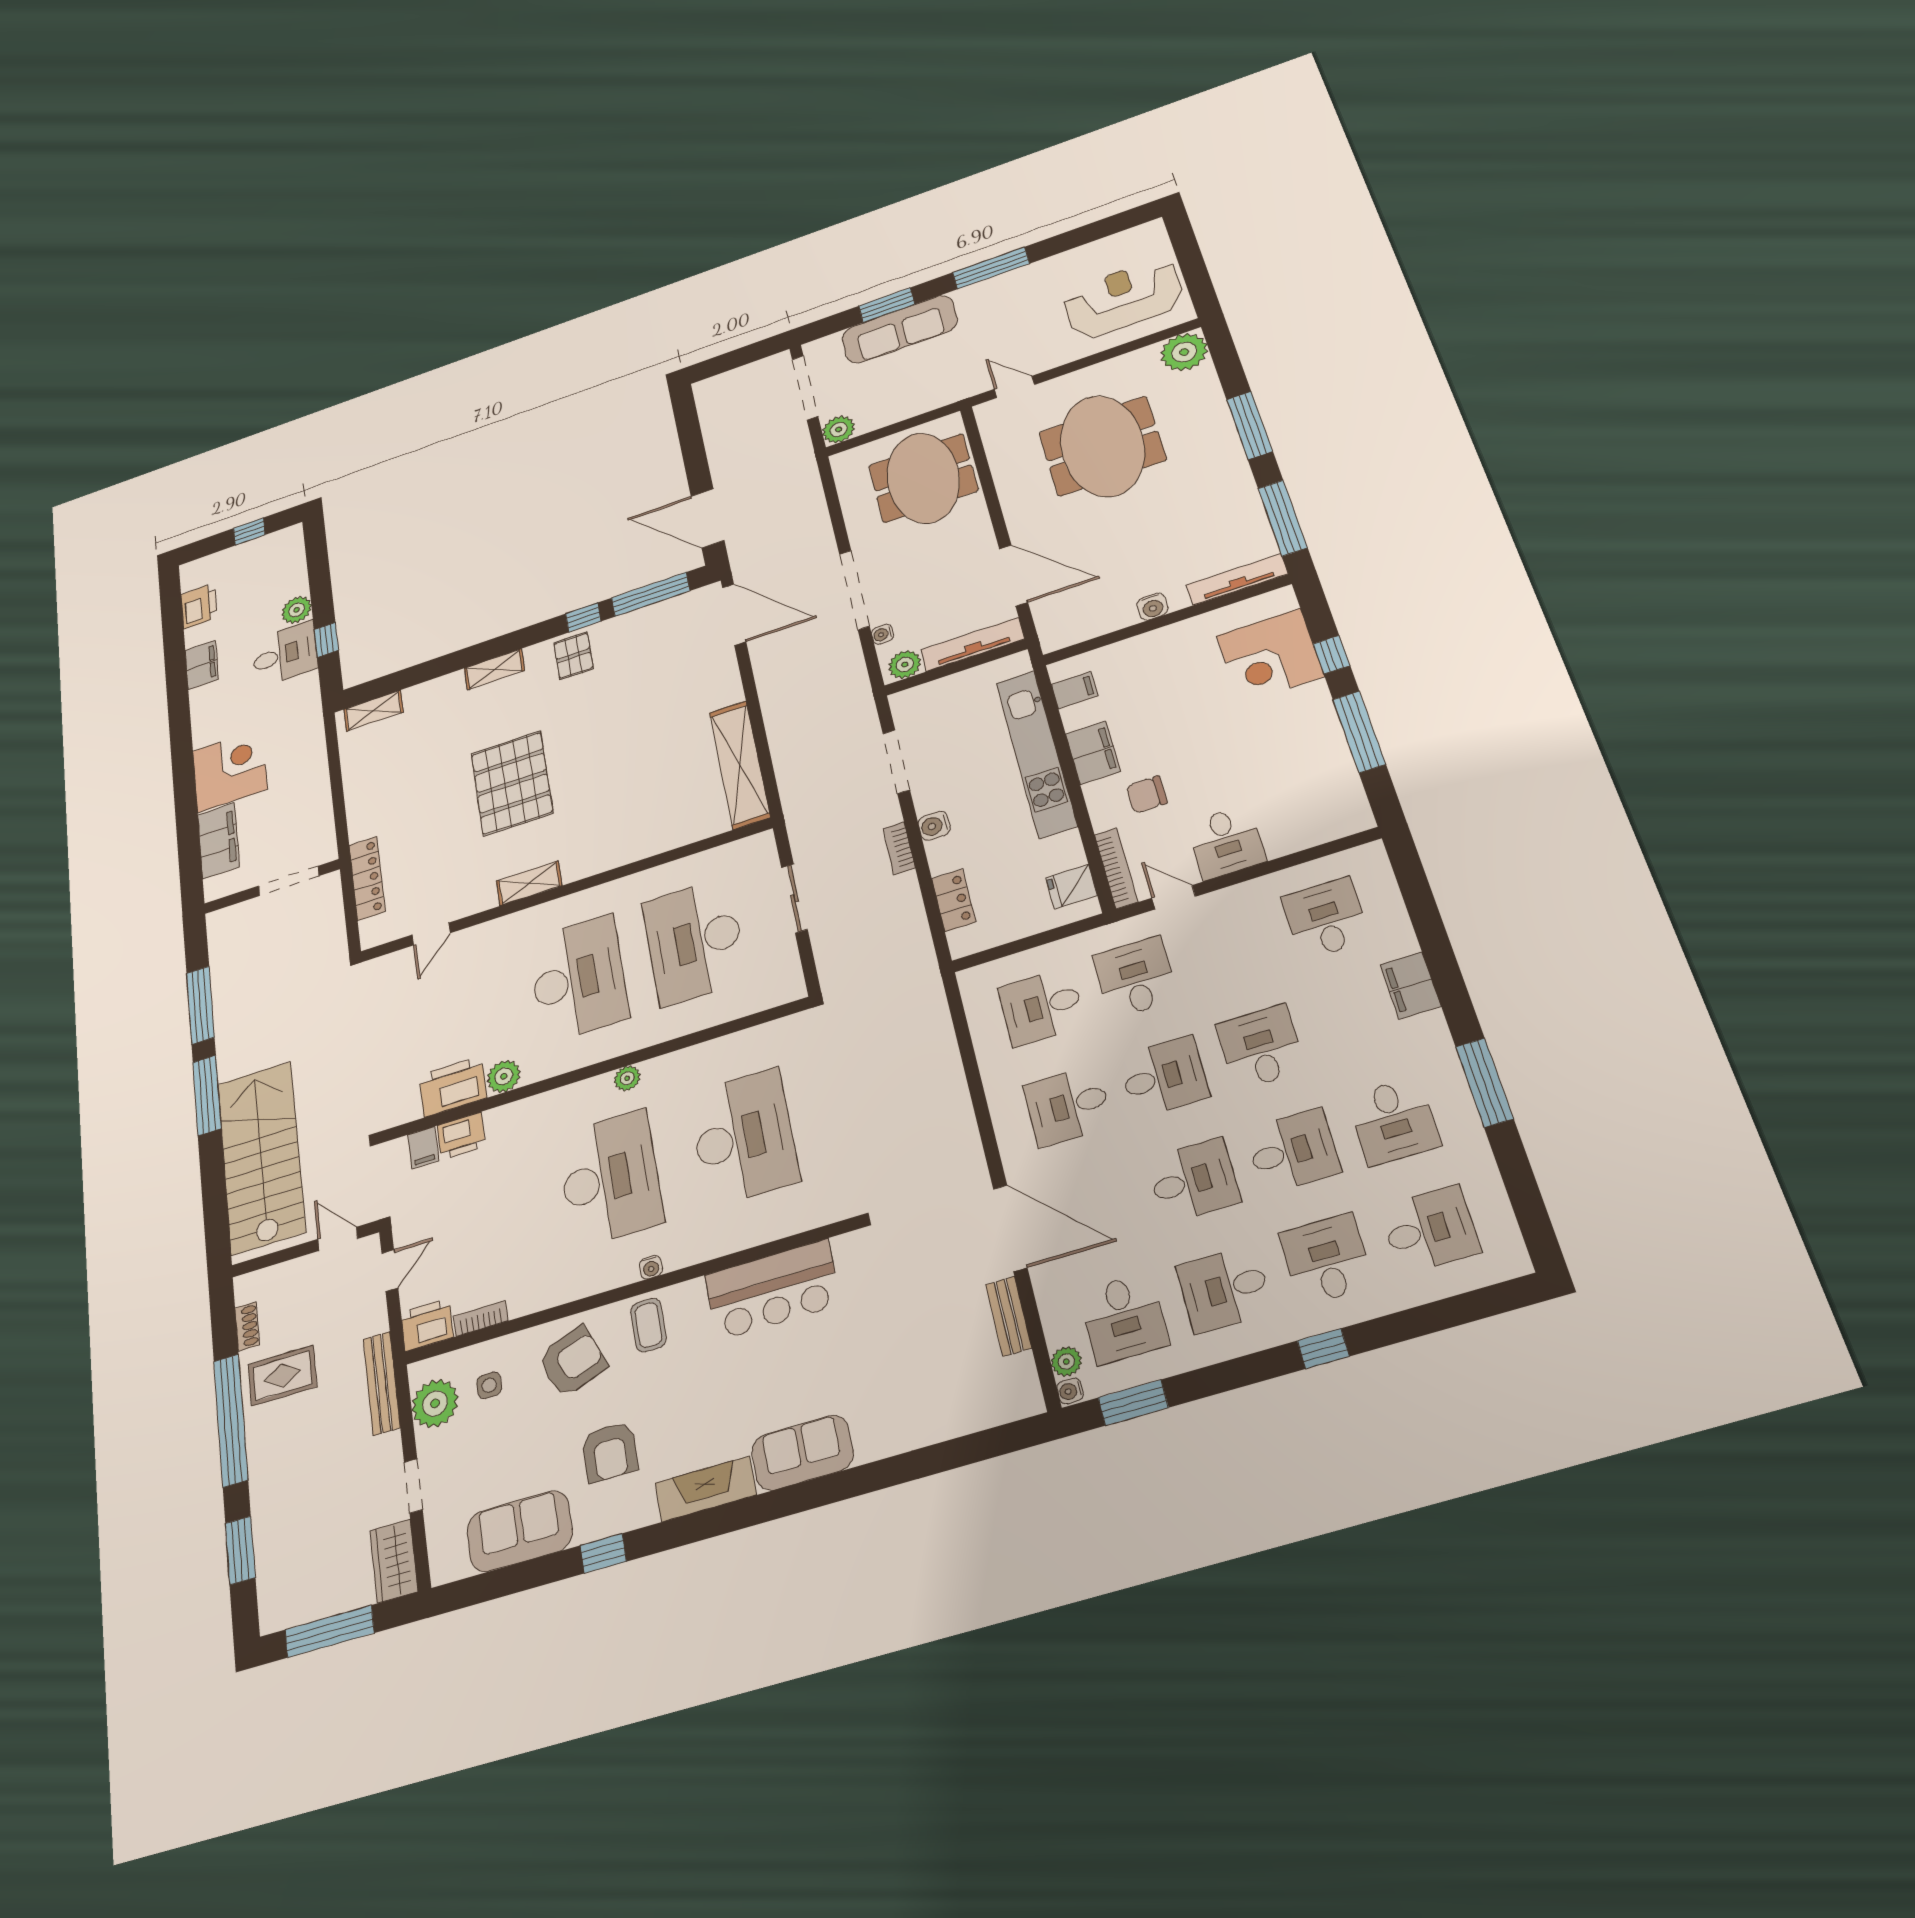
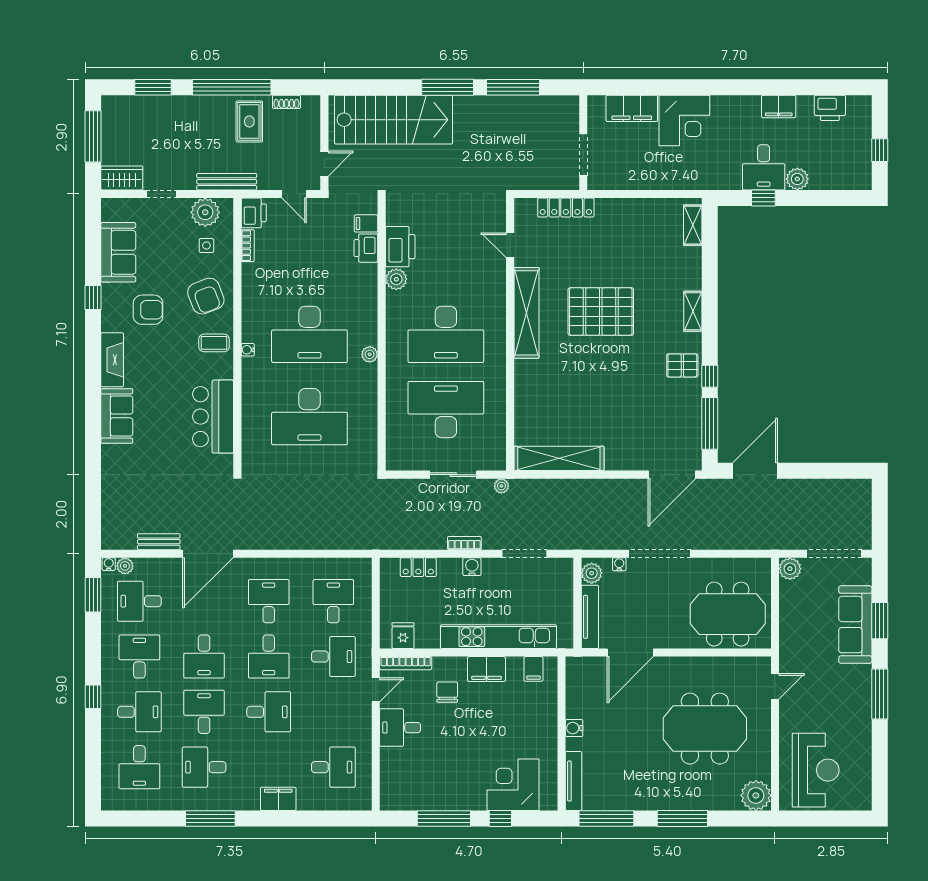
plant: (798, 827) -> (501, 486), added
shelving: (529, 883) -> (526, 313), width x2.20, depth x1.33
desk: (1293, 1151) -> (204, 712), turned 180
armchair: (610, 1452) -> (148, 310), turned 180

